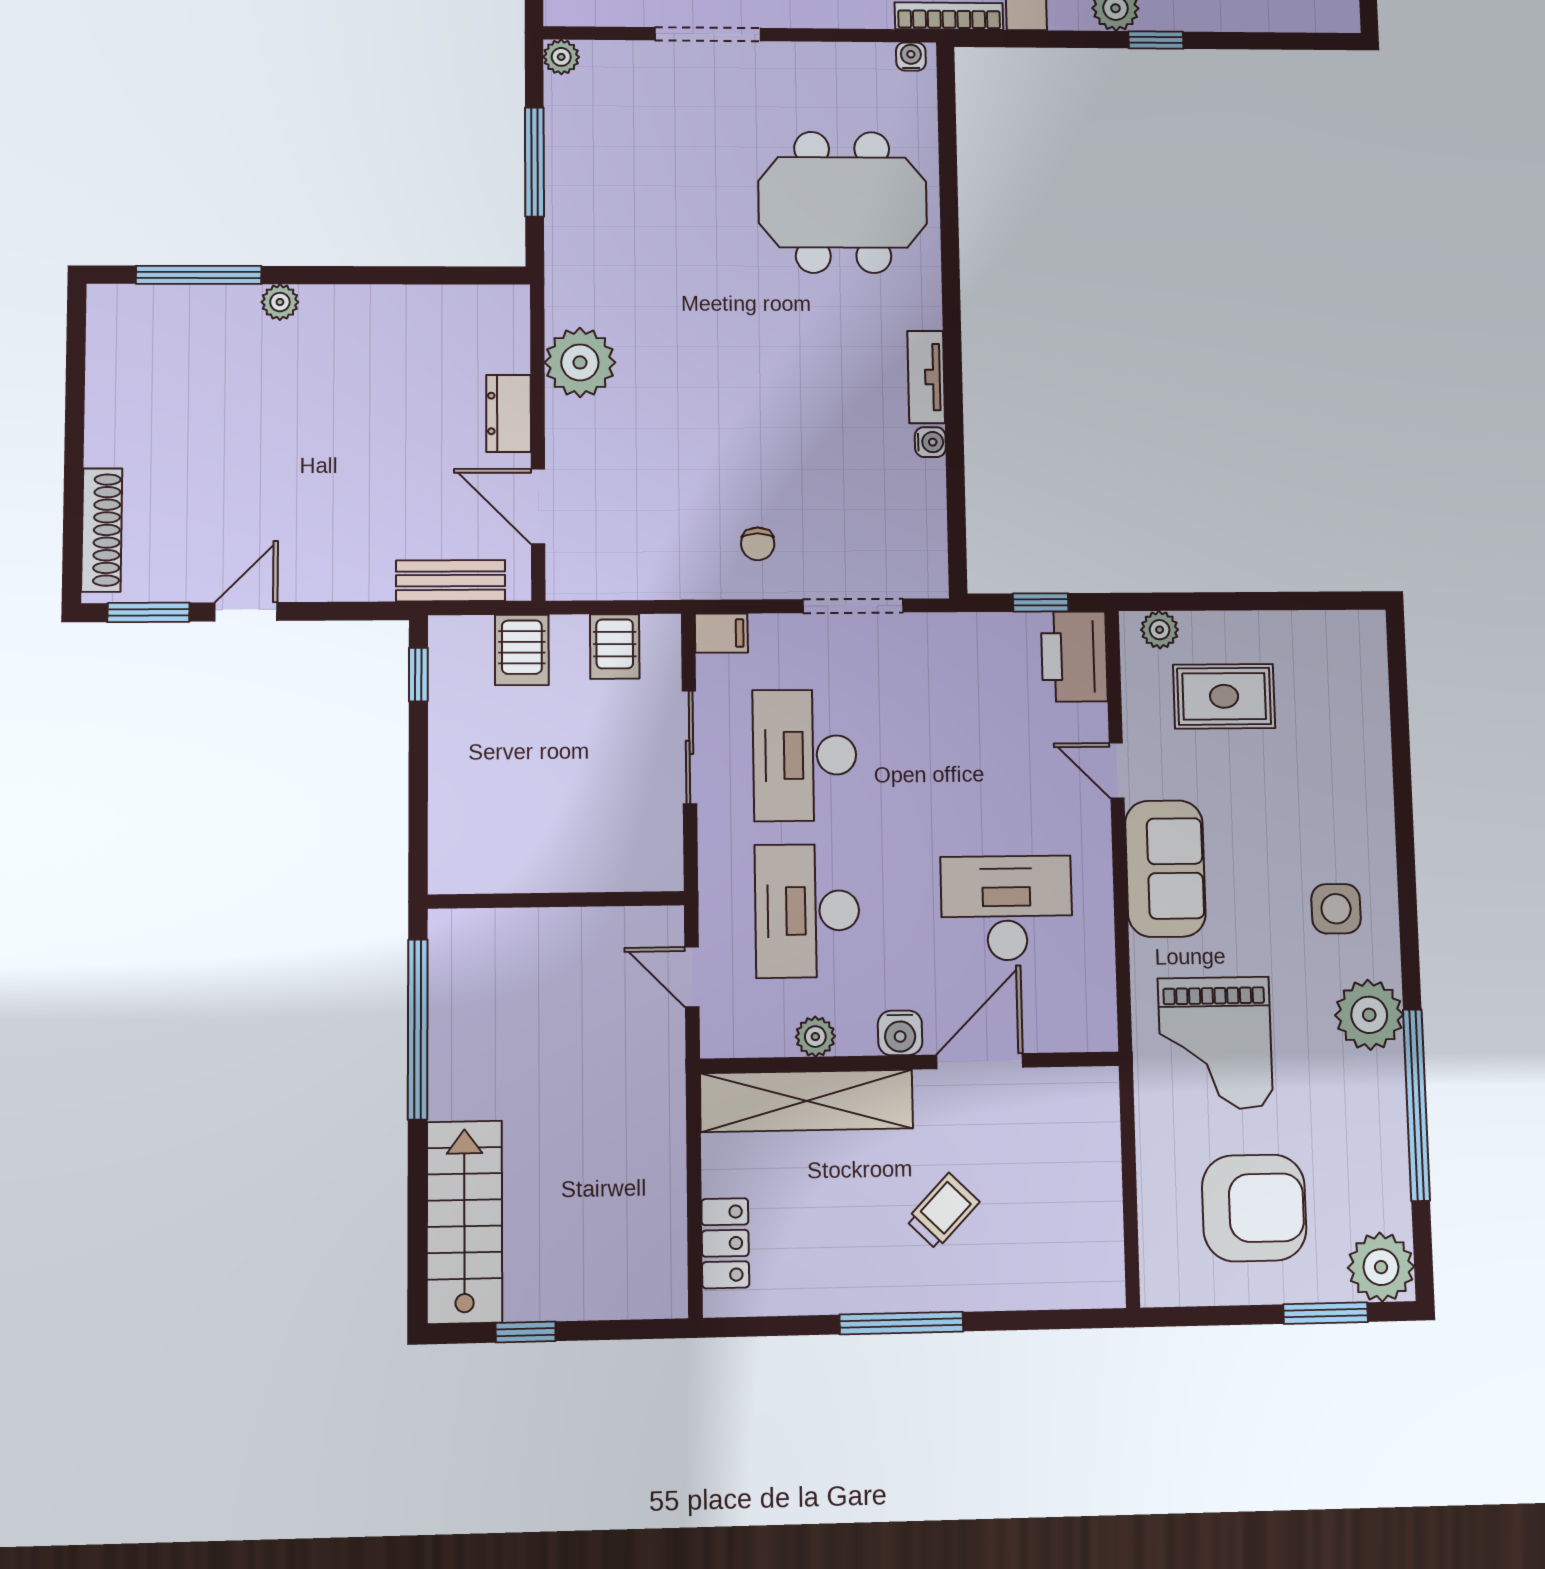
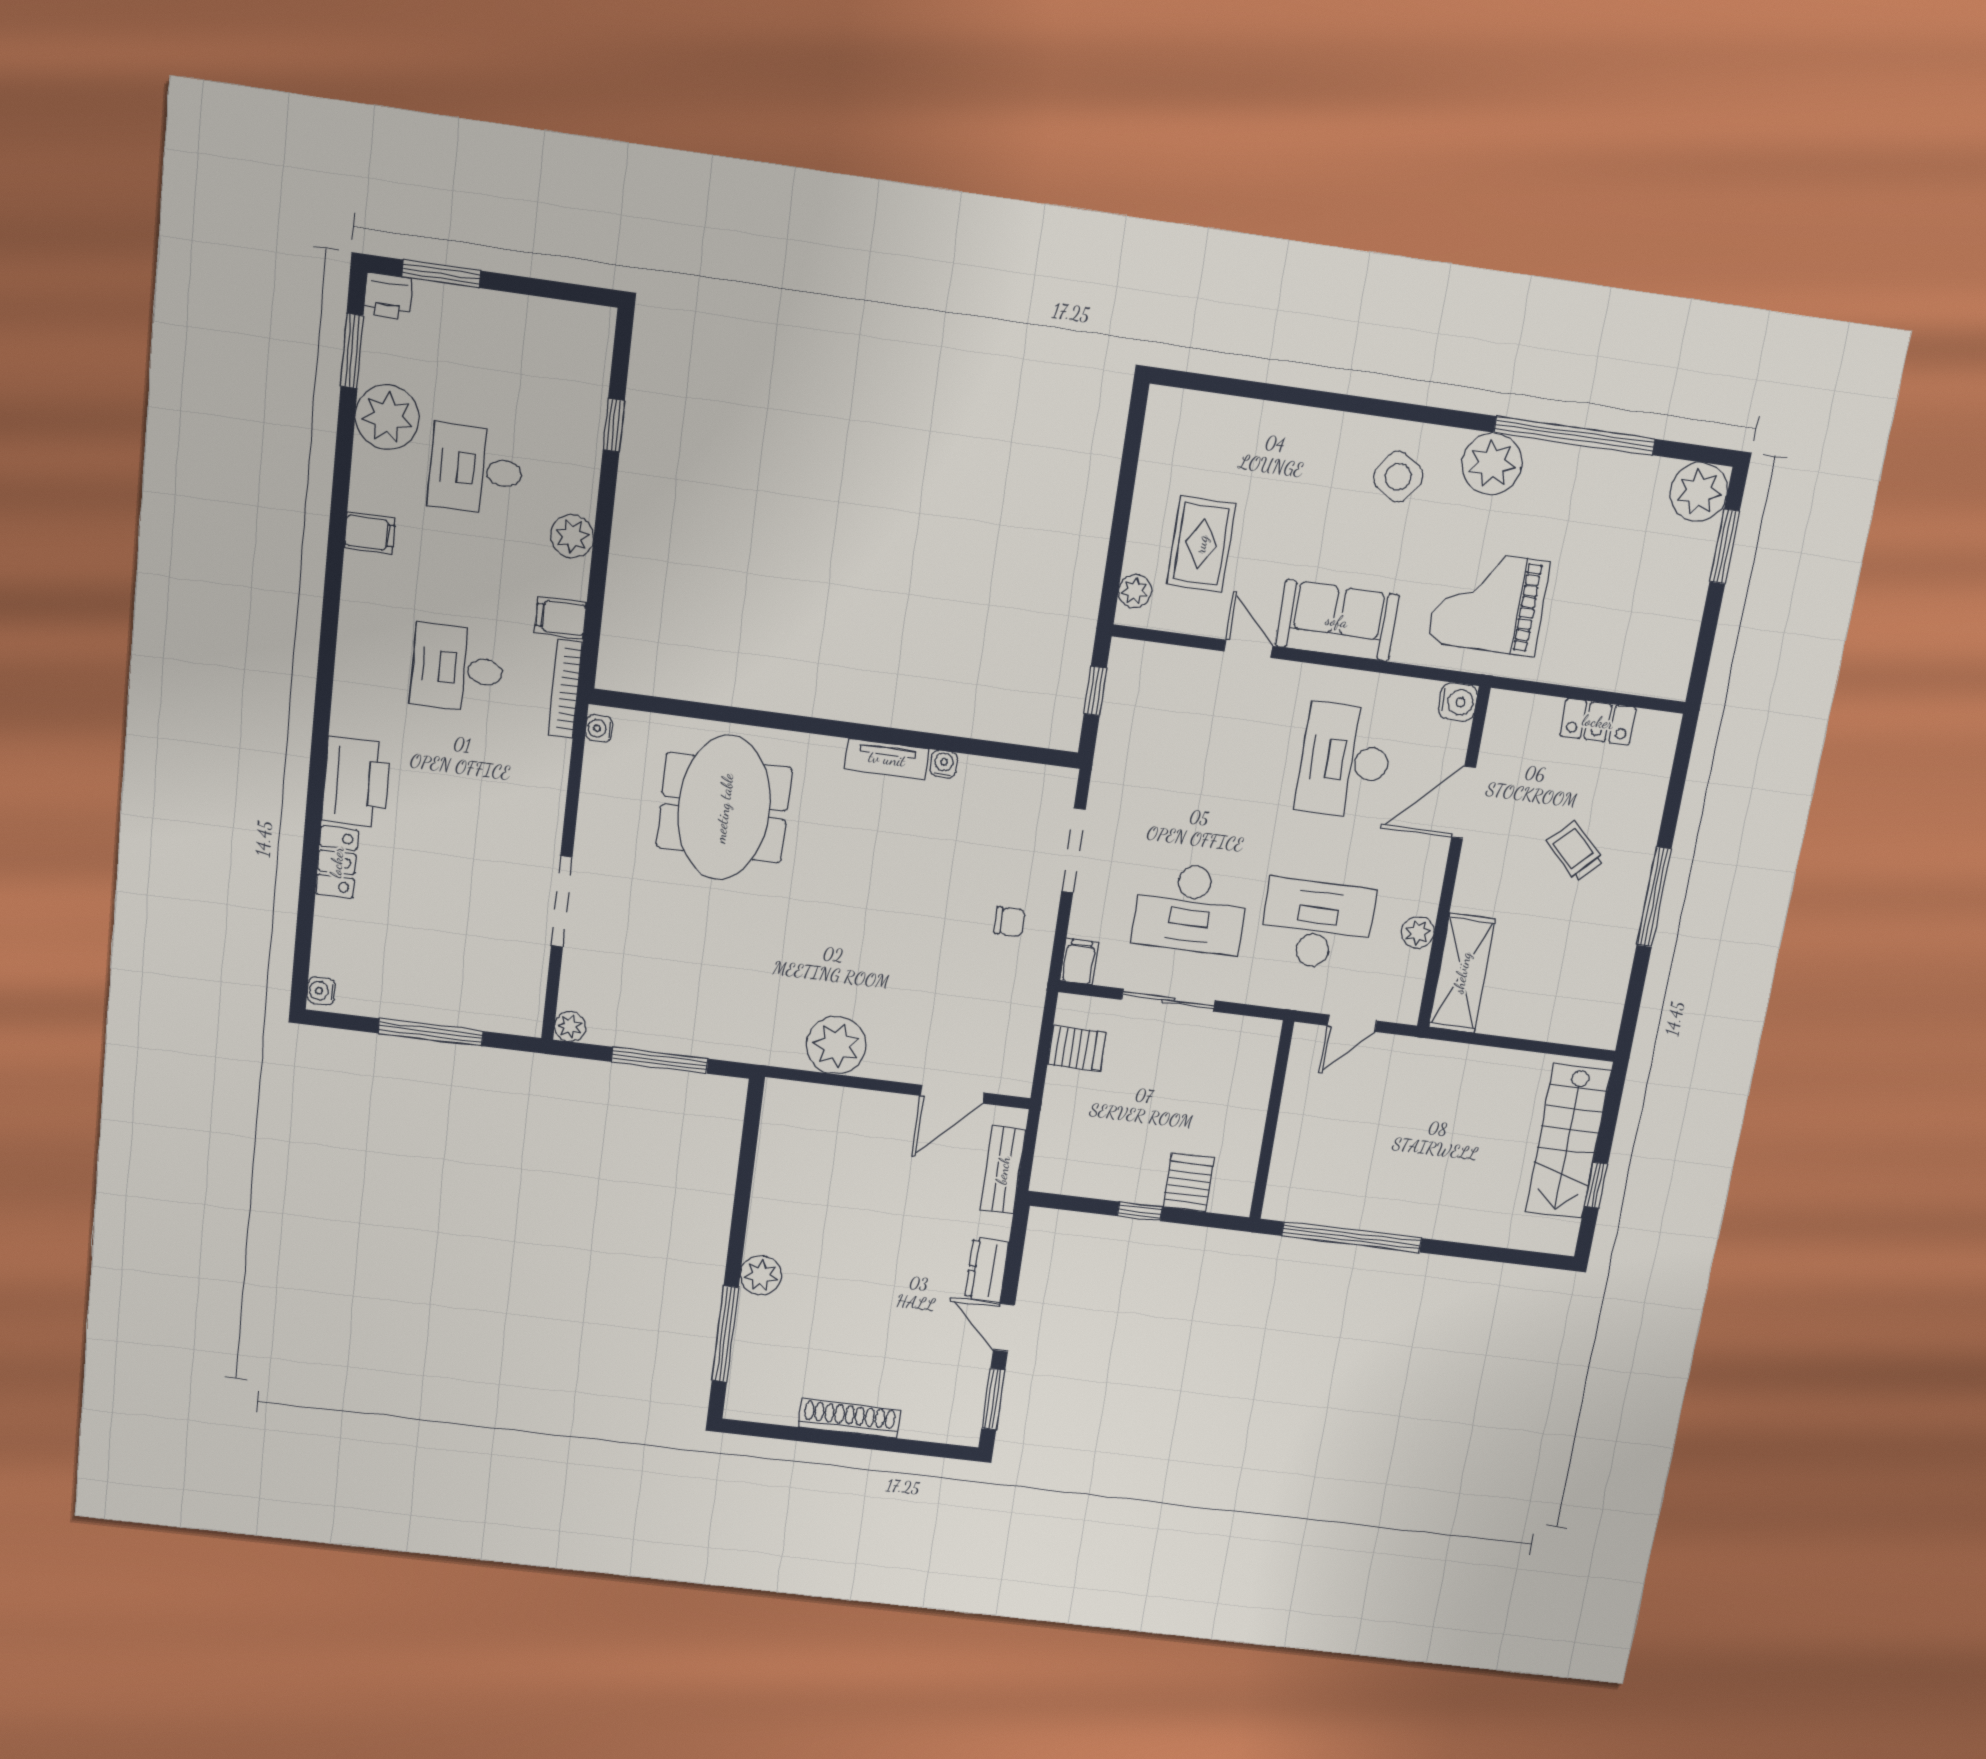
window: (1156, 40) -> (614, 425), moved
plant: (280, 302) -> (761, 1275), width x1.38, depth x1.38
dresser: (509, 413) -> (987, 1270), moved, turned 90
shoe rack: (102, 530) -> (849, 1418), moved
server rack: (522, 650) -> (1189, 1182), moved, turned -90
printer: (1074, 656) -> (1146, 669), removed
window: (418, 674) -> (1140, 1212), moved
door: (1117, 771) -> (1248, 649), swing flipped
side table: (1336, 909) -> (1398, 477), turned 34
desk: (807, 911) -> (1317, 924), turned 180
water cooler: (900, 1033) -> (1458, 702), moved
grand piano: (1215, 1043) -> (1489, 602), turned 180
door: (980, 1061) -> (1464, 803), hinge flipped
shelving: (807, 1101) -> (1462, 973), width x0.68
armchair: (1254, 1208) -> (1628, 593), removed
stairs: (465, 1222) -> (1568, 1141), moved, turned -90
locker: (725, 1243) -> (1598, 722), moved, turned 180

